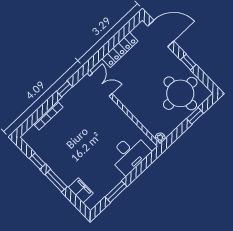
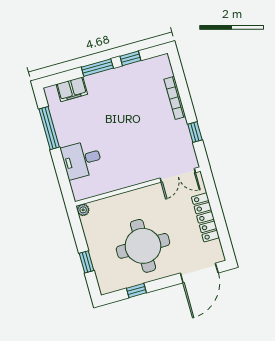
window: (188, 62) -> (136, 291), moved
round table: (180, 93) -> (143, 246), moved
desk: (129, 154) -> (82, 160), width x0.73
window: (116, 192) -> (49, 128), width x1.44

